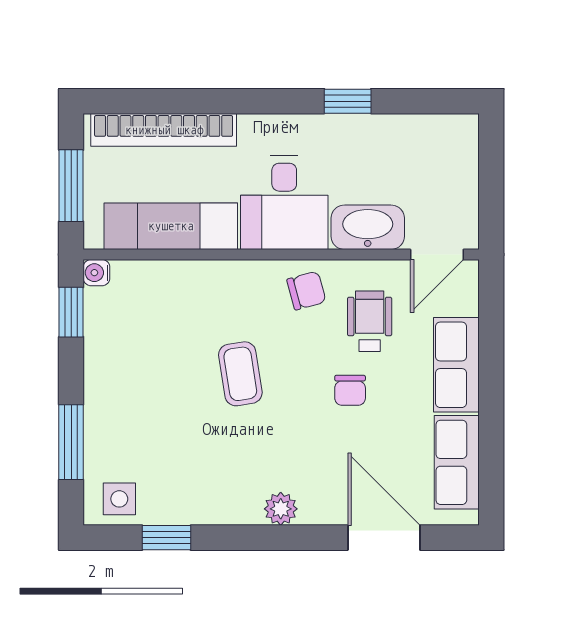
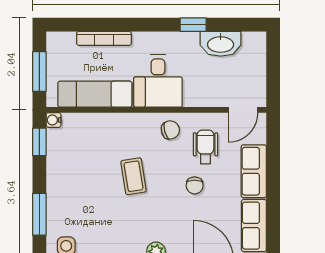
bookcase: (164, 130) -> (104, 38), width x0.68, depth x0.76
washbasin: (368, 227) -> (221, 44), moved, turned 180

